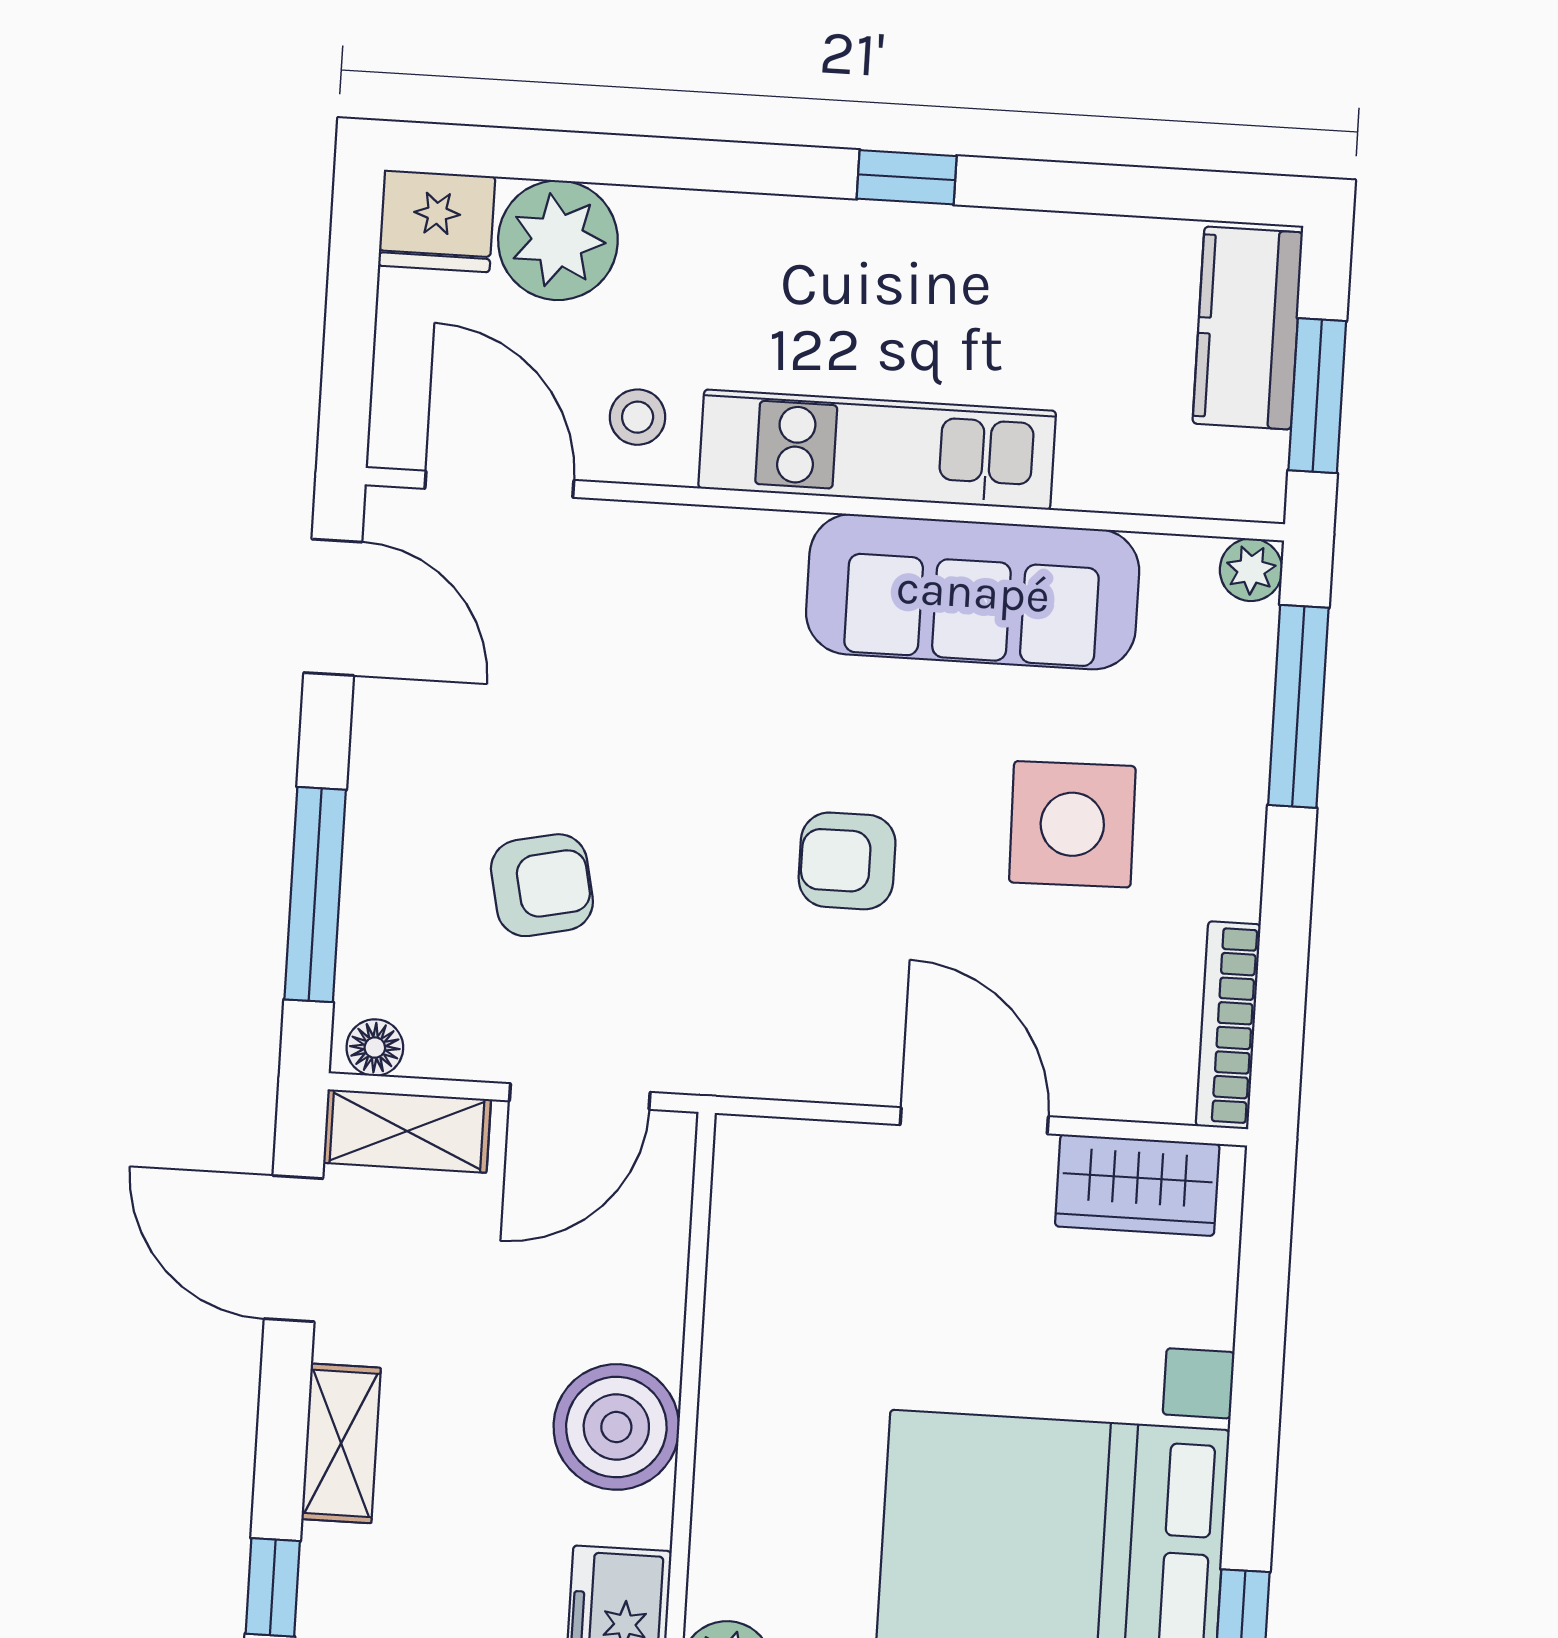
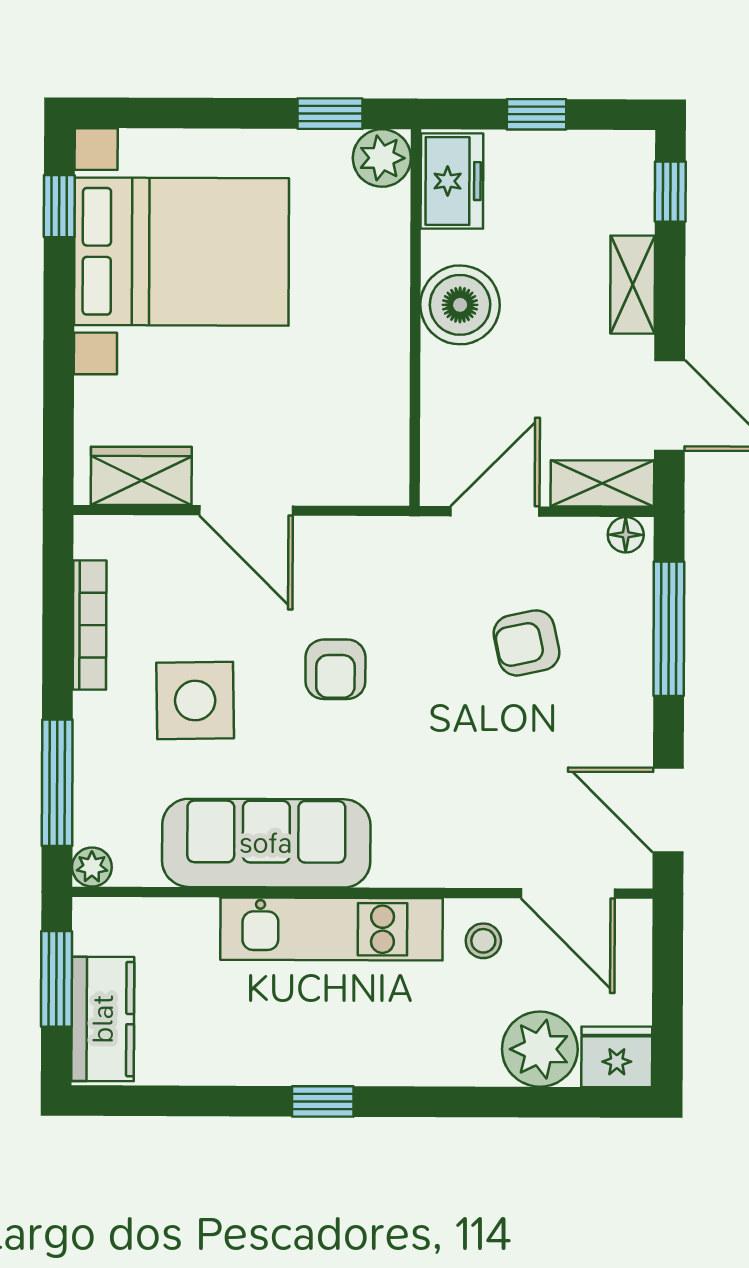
armchair: (847, 861) -> (335, 669), turned 90
bookcase: (1228, 1025) -> (90, 625), moved

